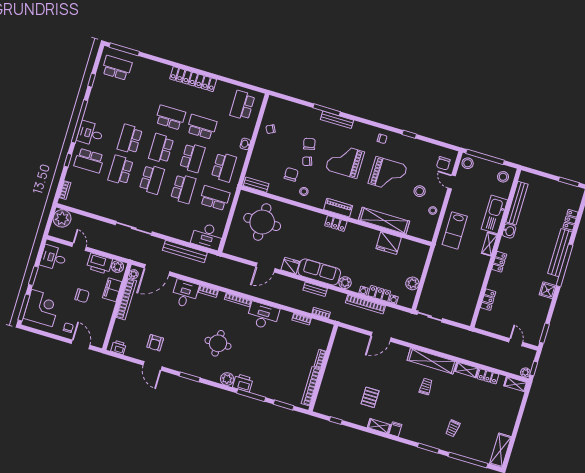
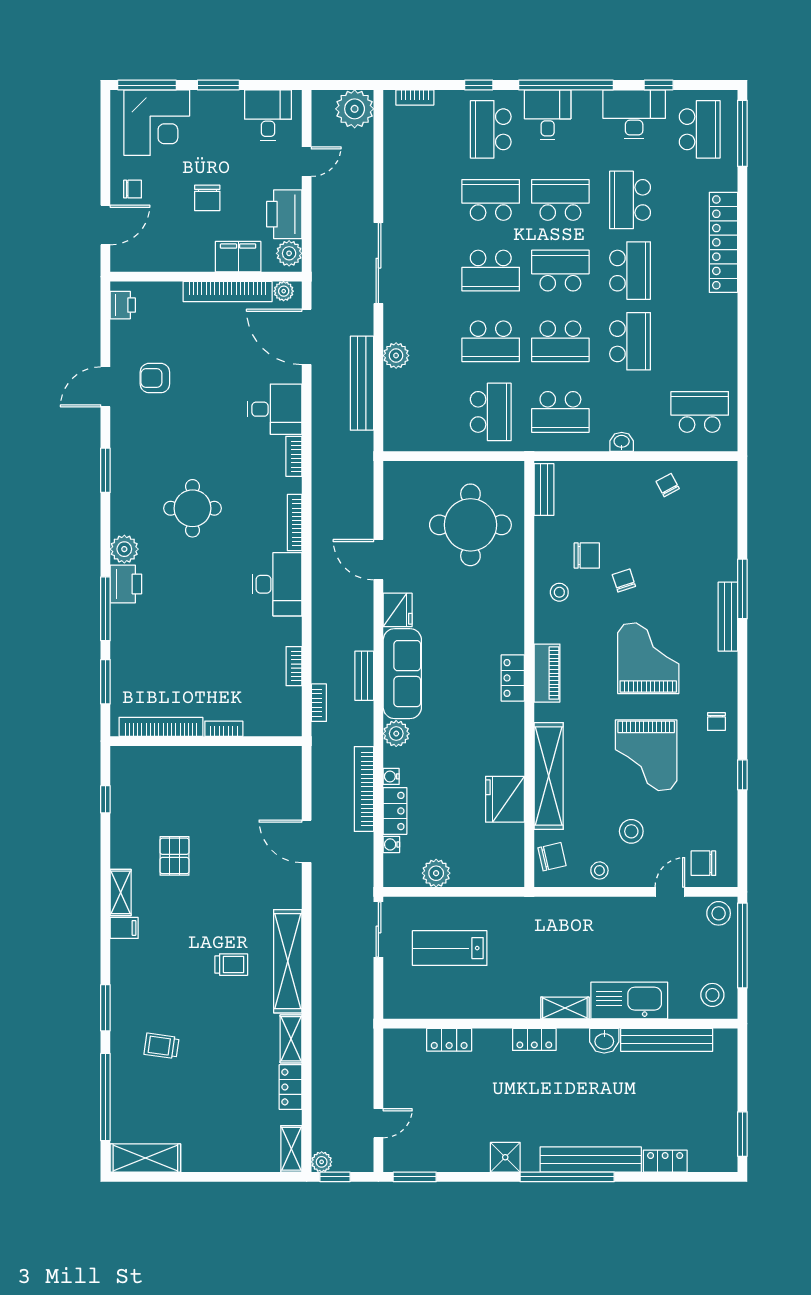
locker: (193, 79) -> (723, 242), moved
school desk: (139, 108) -> (630, 200), added
chair: (309, 144) -> (552, 857), moved
lab bench: (455, 230) -> (450, 948), moved
plant: (177, 233) -> (396, 356), added
desk: (207, 236) -> (634, 114), moved, turned 90
pallet: (370, 397) -> (174, 856), turned 90

